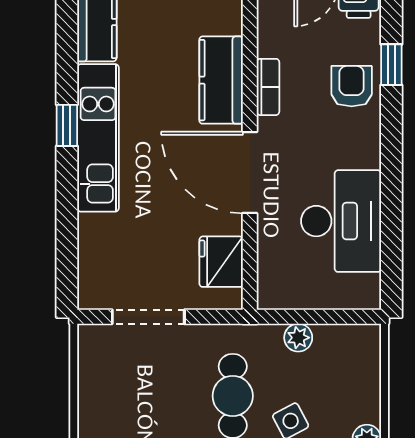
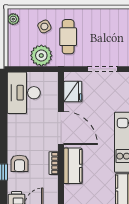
desk: (341, 221) -> (24, 93), moved
plant: (298, 338) -> (41, 56), width x1.87, depth x1.87

